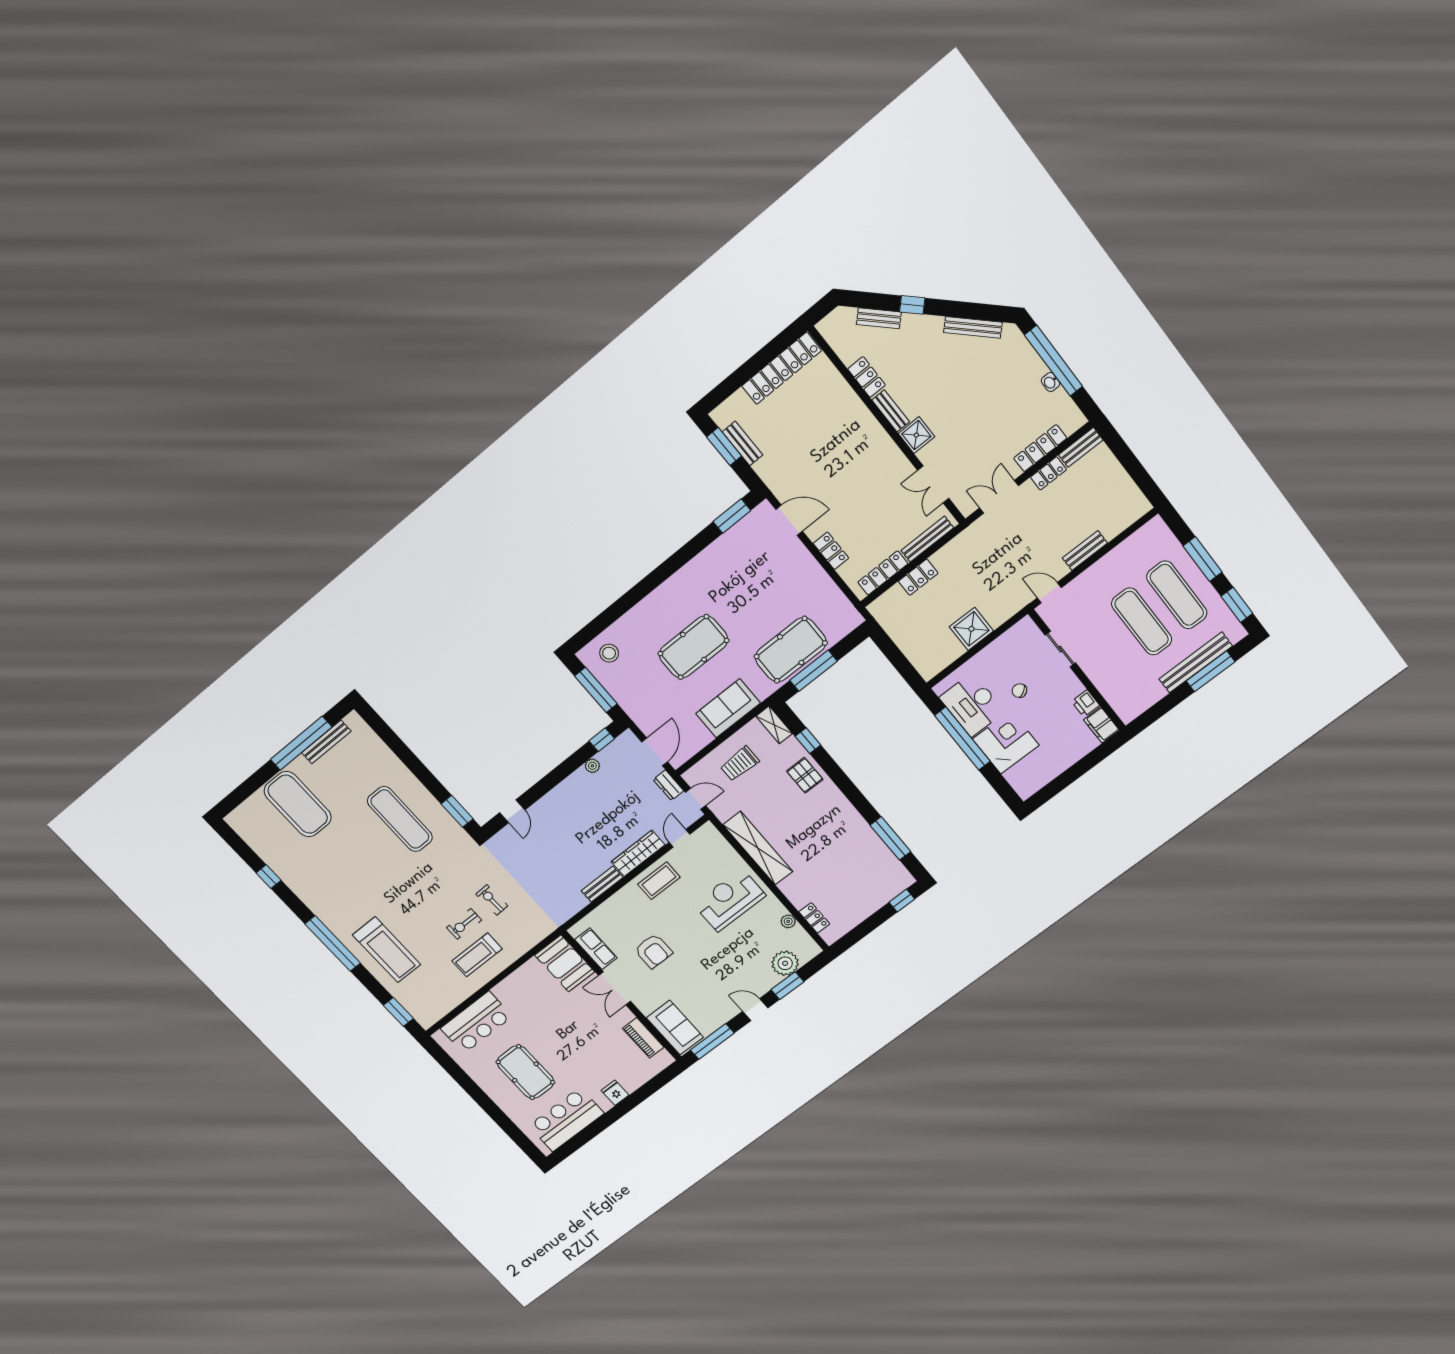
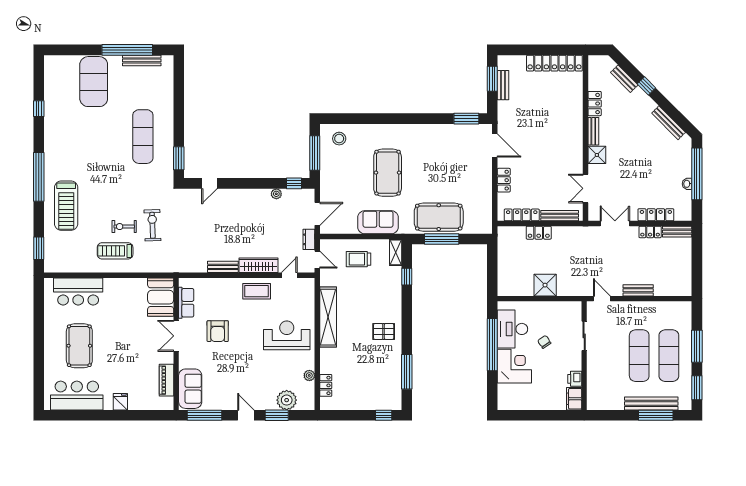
pool table: (693, 647) -> (388, 173), turned 90
pallet: (805, 775) -> (384, 331), moved, turned 90
exercise bike: (492, 900) -> (152, 225), width x1.38, depth x1.39

